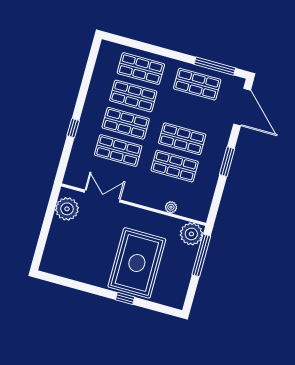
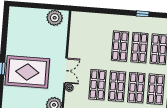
window: (73, 128) -> (143, 14), moved
shop shelf: (118, 151) -> (136, 88), moved
double door: (102, 196) -> (66, 70), moved

